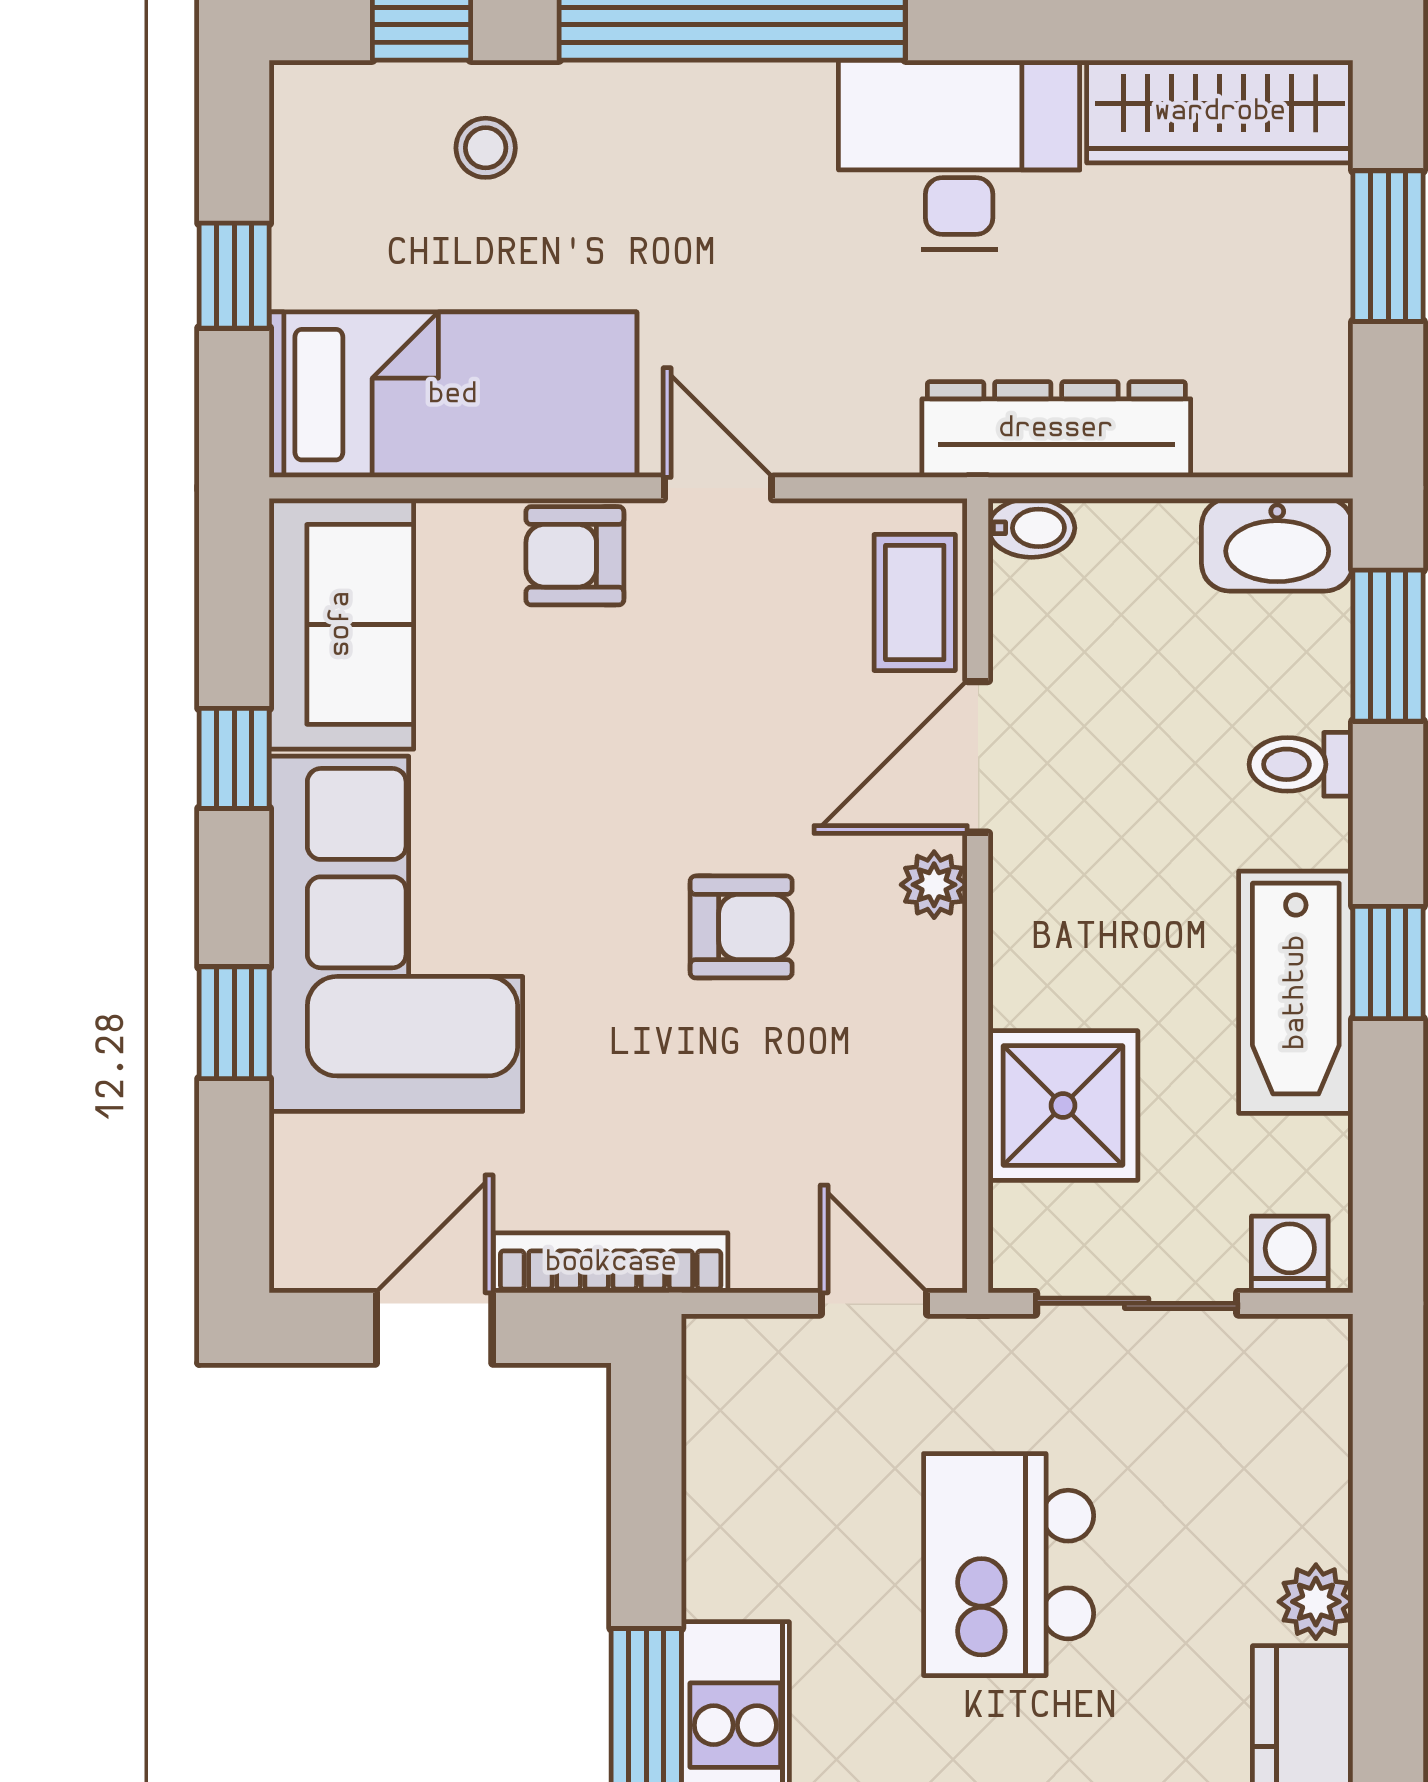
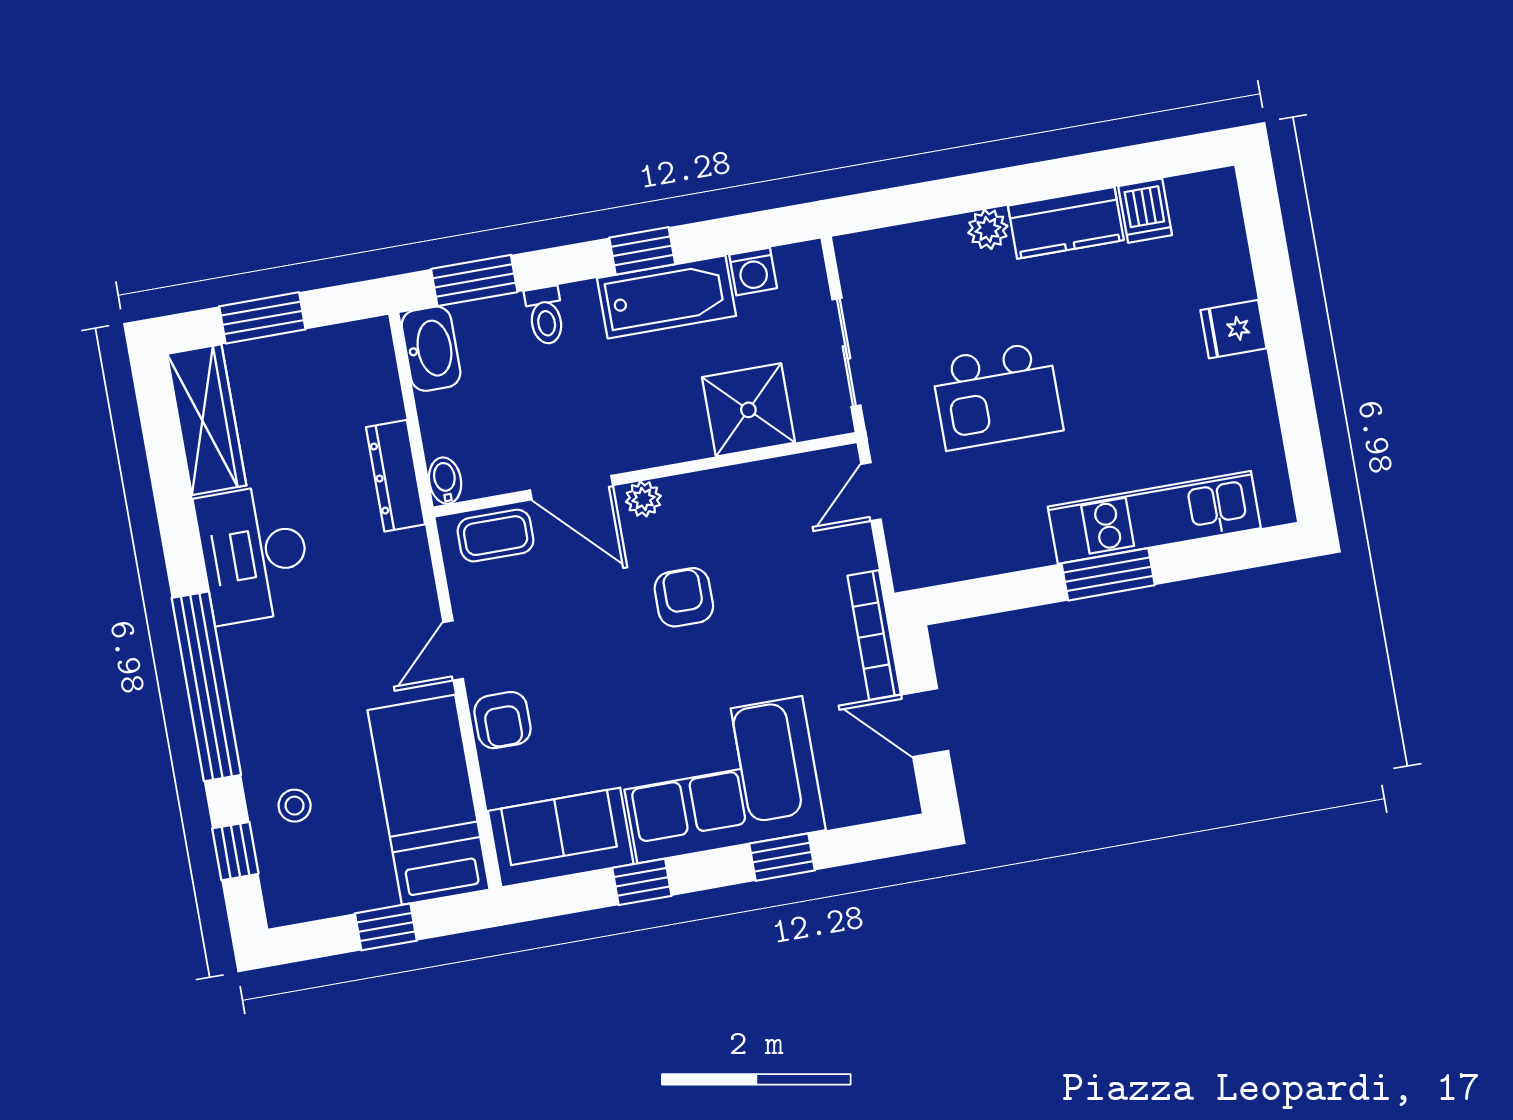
dresser: (1056, 429) -> (396, 476), width x0.73, depth x0.80
washing machine: (1290, 1254) -> (753, 271), moved, turned -90

